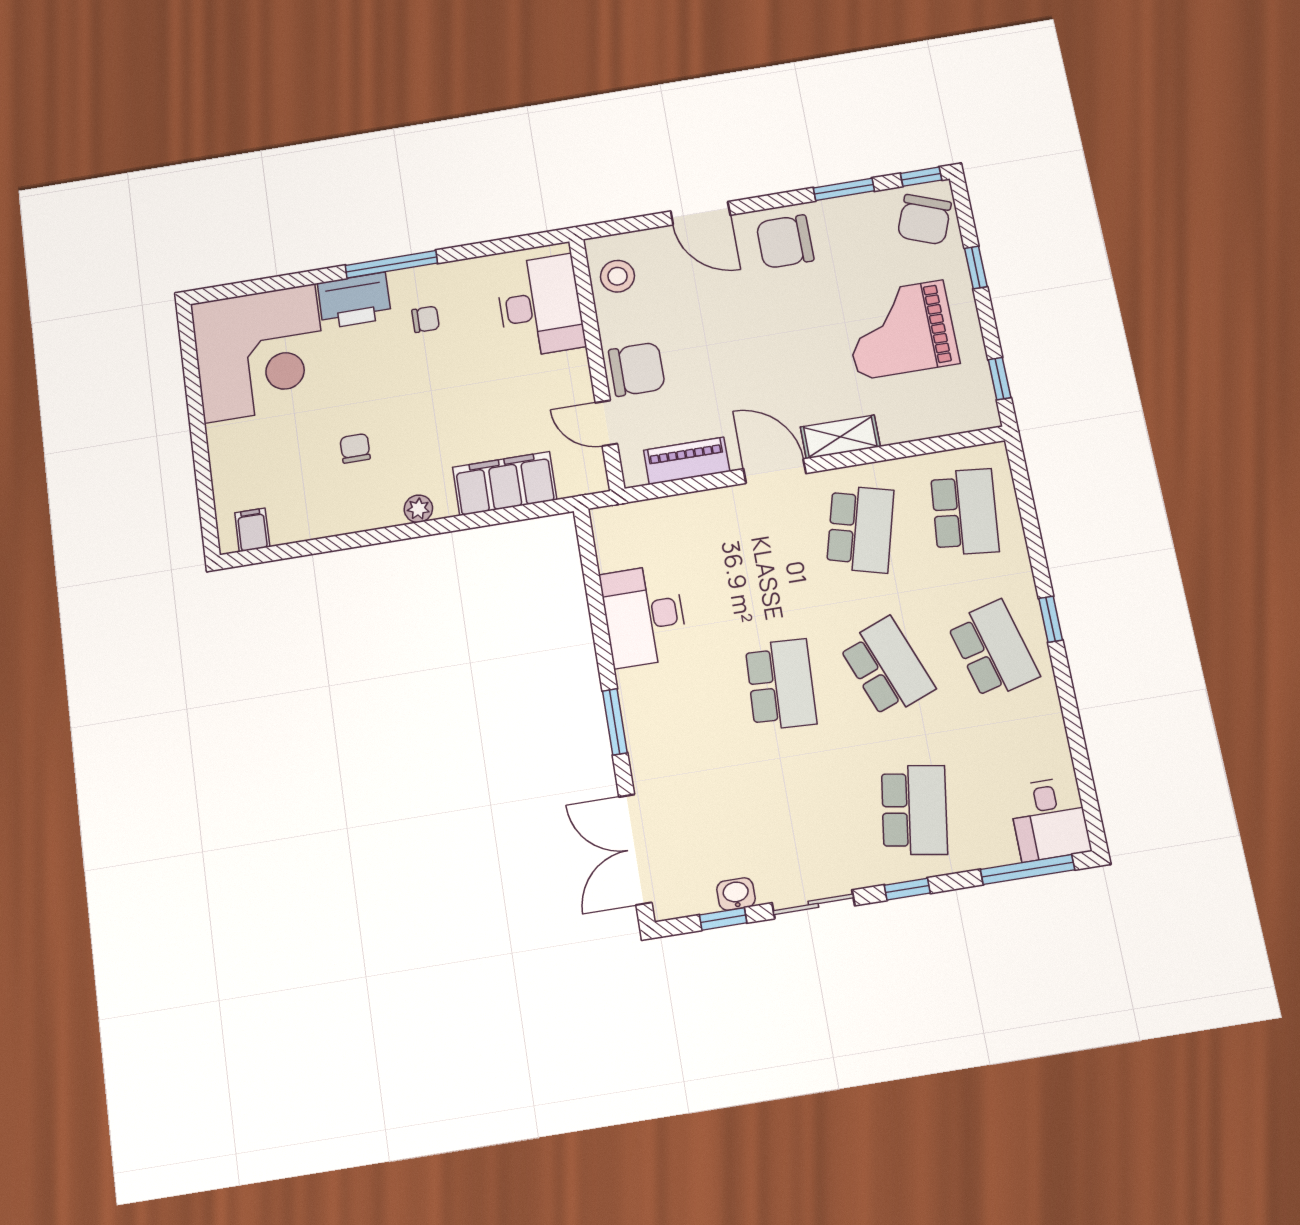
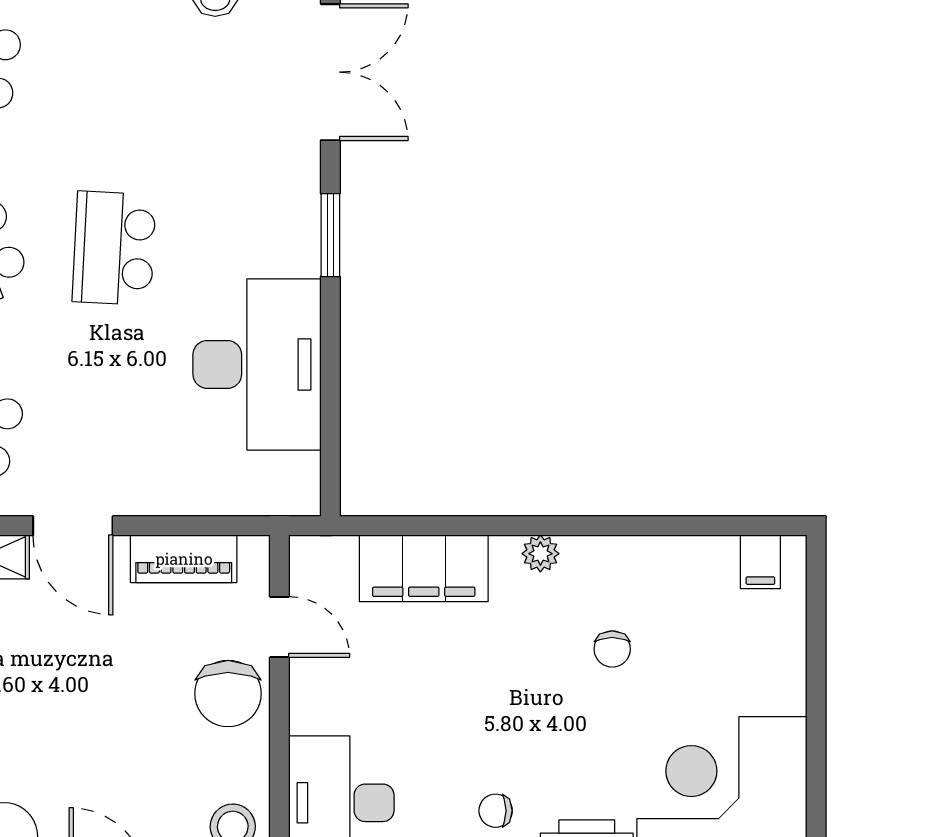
chair: (637, 369) -> (228, 694), turned -90
desk: (644, 616) -> (257, 364), width x1.36, depth x1.30

